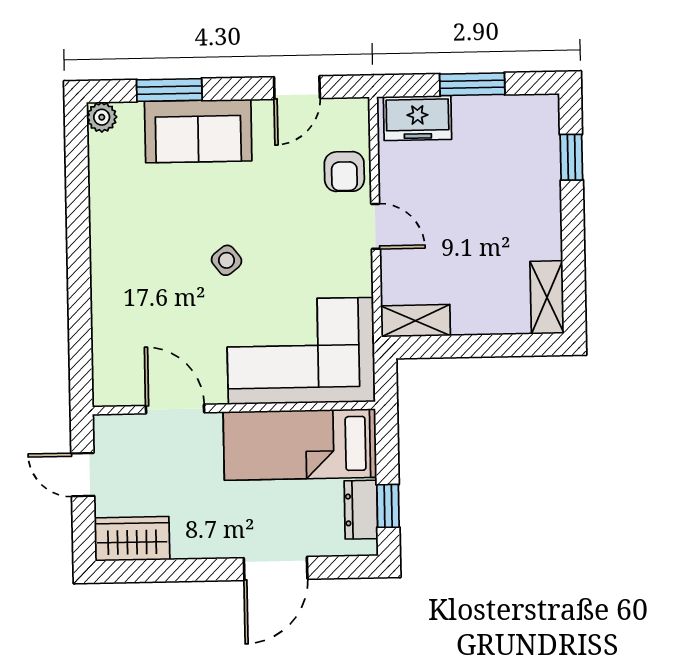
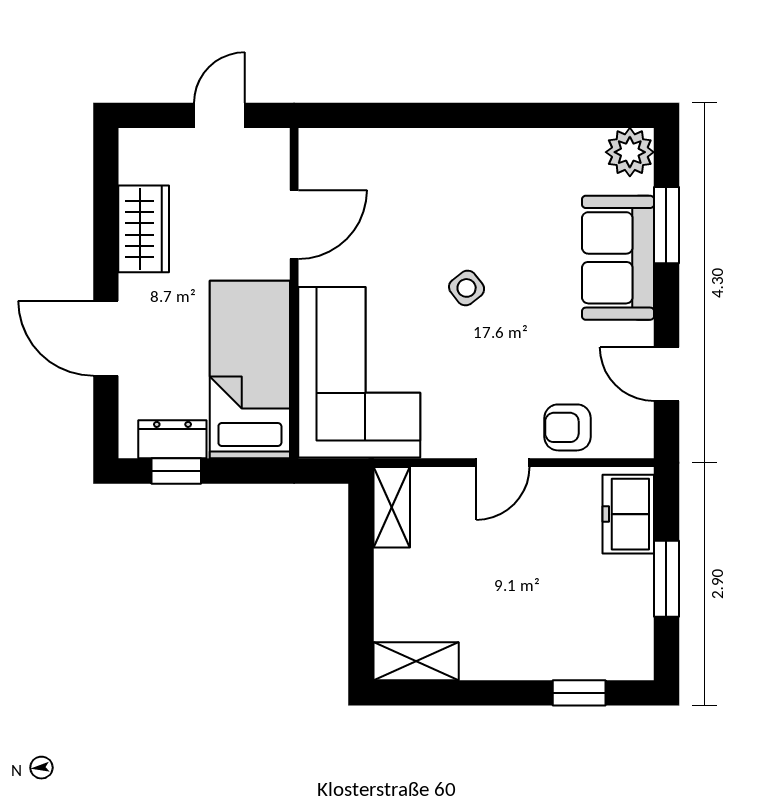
plant: (102, 117) -> (630, 152), width x1.38, depth x1.38
wardrobe: (132, 539) -> (144, 229), moved

